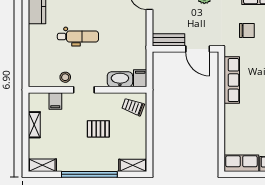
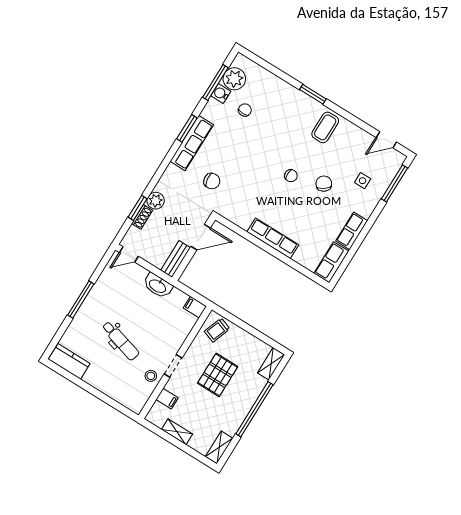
chair: (247, 31) -> (212, 181), turned 82
dental chair: (78, 37) -> (120, 341), turned 106
washbasin: (120, 79) -> (158, 286), moved, turned -90
row of seats: (232, 80) -> (273, 238), moved
pallet: (98, 129) -> (218, 375), width x1.50, depth x1.42

